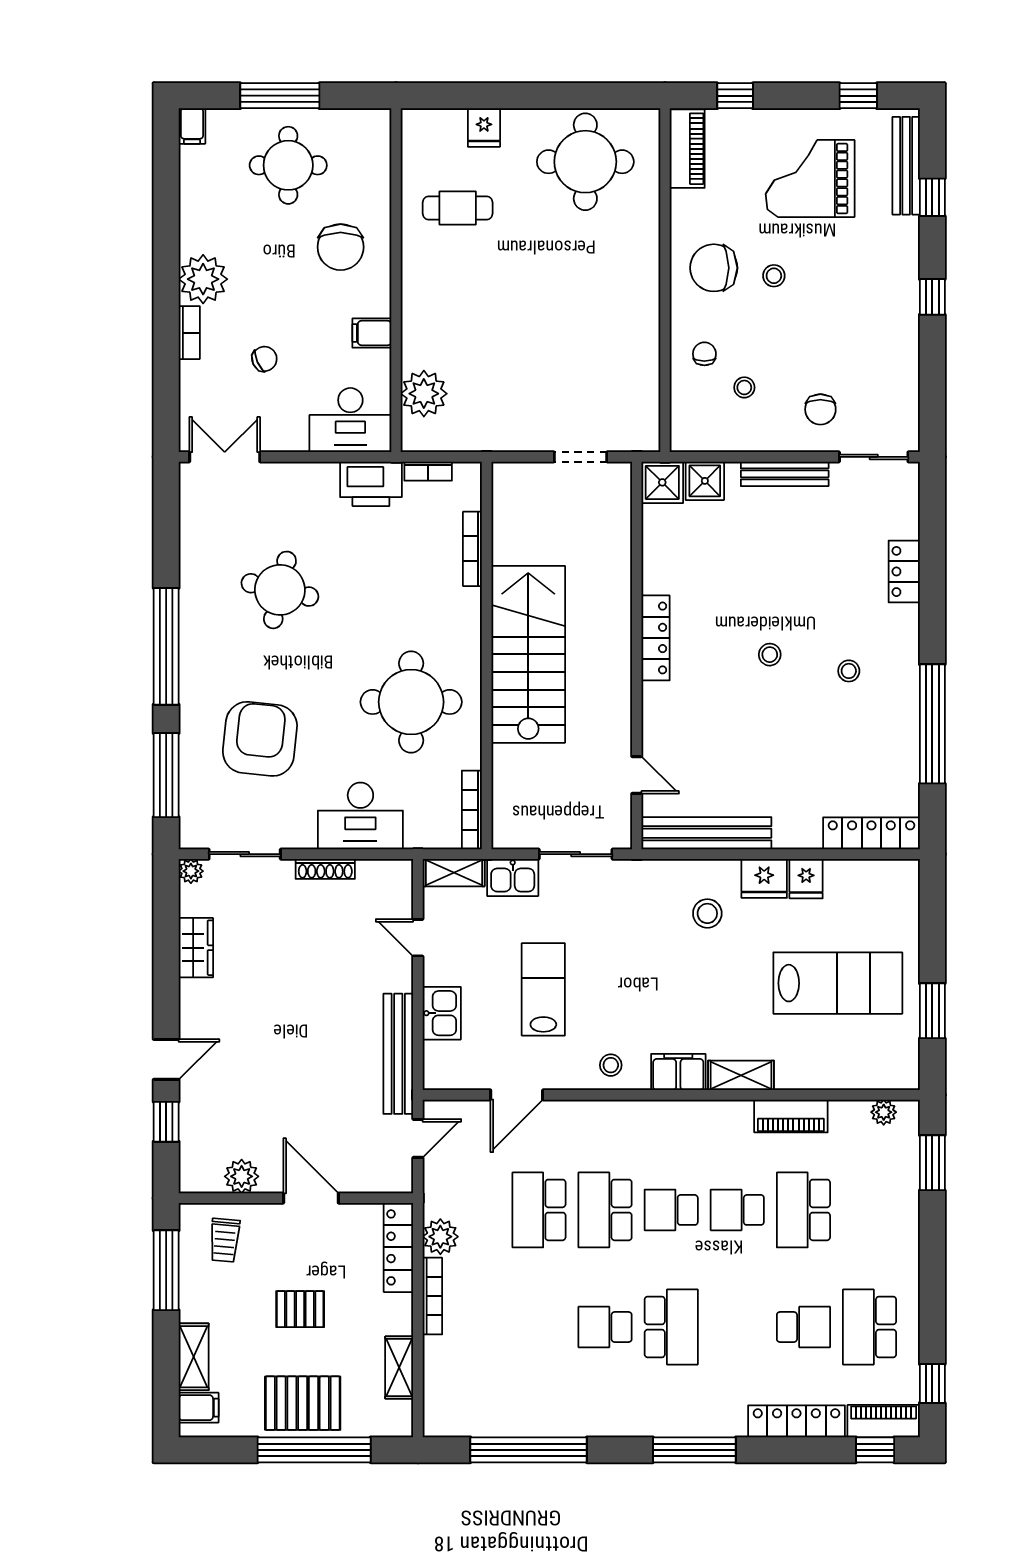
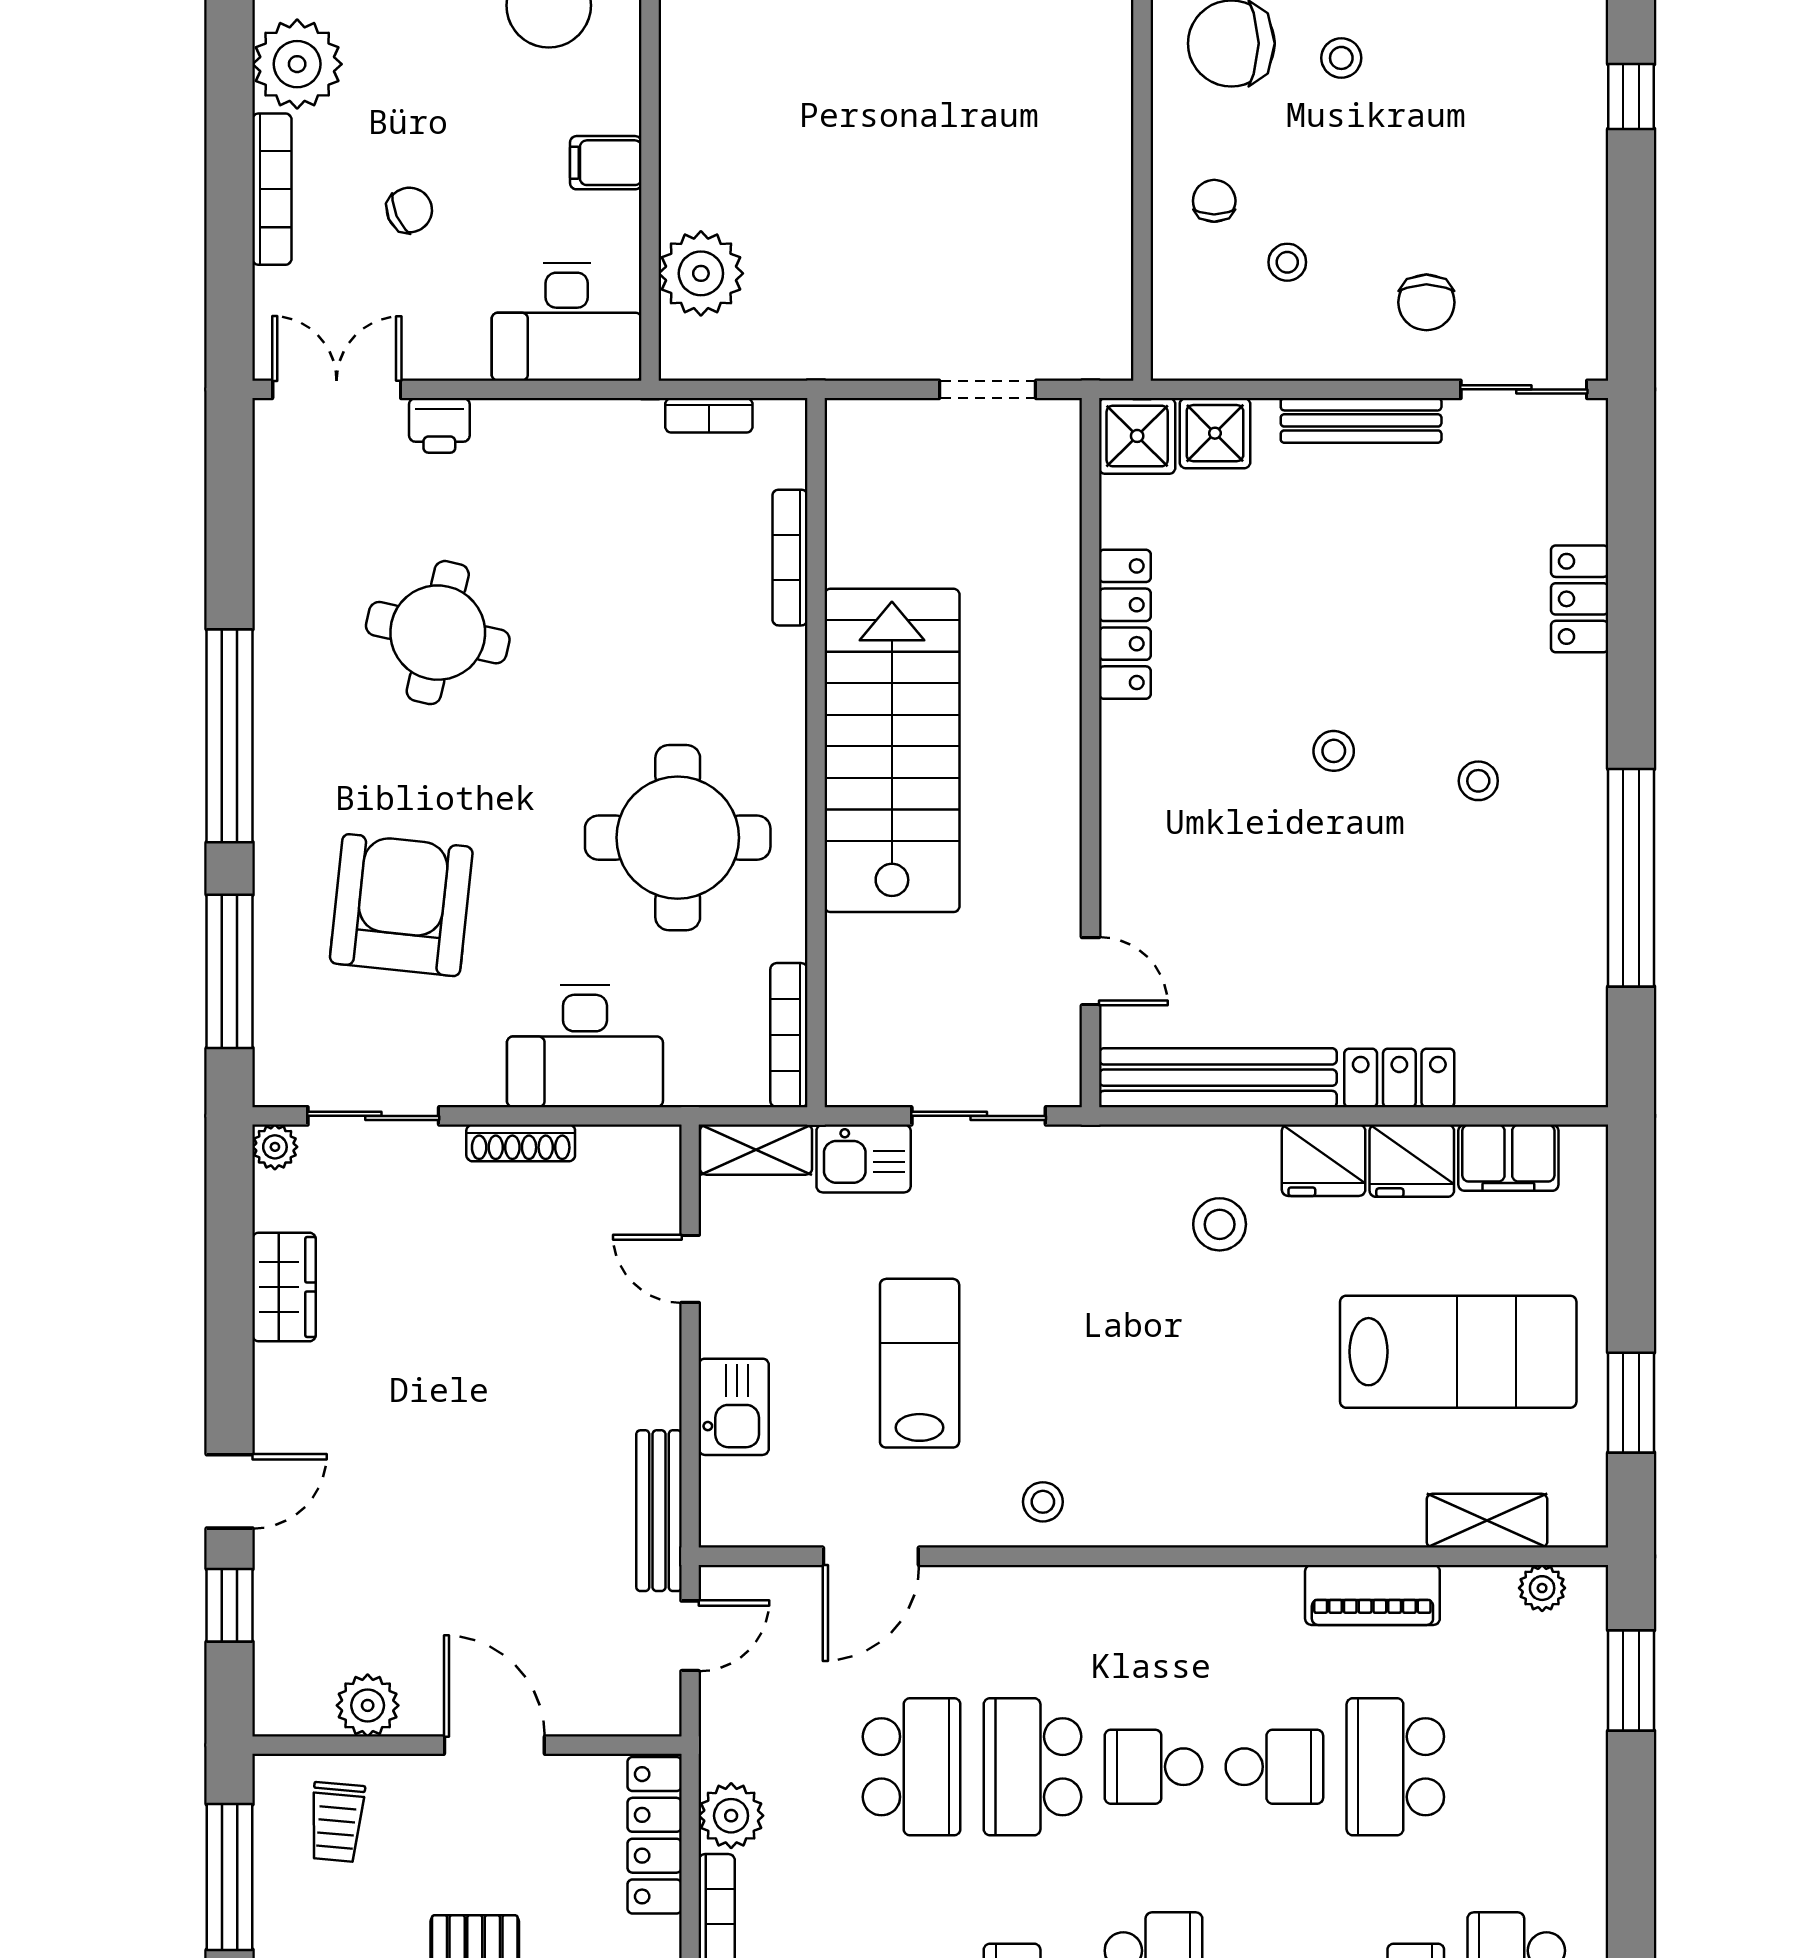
bookcase: (189, 333) -> (272, 189), width x1.56
printer: (371, 484) -> (439, 425), moved, width x0.53, depth x0.68
locker: (656, 638) -> (1125, 624), moved
locker: (871, 833) -> (1399, 1078), moved, width x0.66
fridge: (806, 879) -> (1412, 1161), width x1.38
bench: (398, 1054) -> (659, 1511), width x0.73, depth x0.82
filing cabinet: (678, 1072) -> (1508, 1158), moved, turned 180
shelving: (741, 1075) -> (1487, 1521), moved
school desk: (539, 1210) -> (912, 1767), turned 180
school desk: (737, 1210) -> (1274, 1767), turned 180

